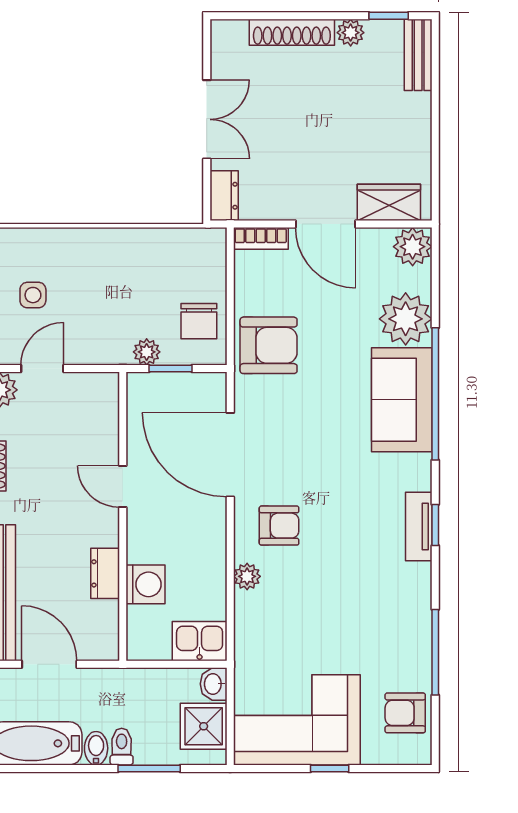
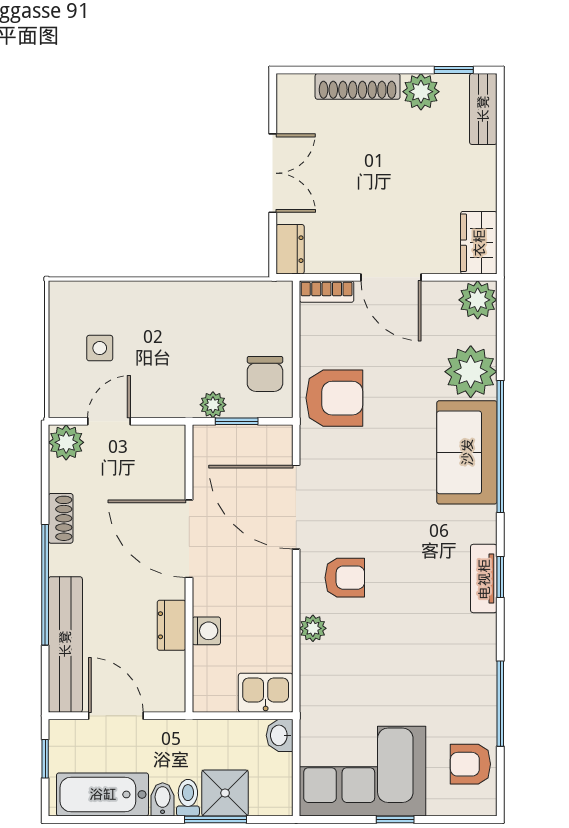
plant: (351, 33) -> (421, 92), width x1.38, depth x1.38
wardrobe: (389, 202) -> (479, 243), moved, turned -90
door: (123, 486) -> (189, 539), width x1.88
washing machine: (145, 584) -> (206, 631), width x0.73, depth x0.73
shower: (204, 726) -> (225, 793), moved

